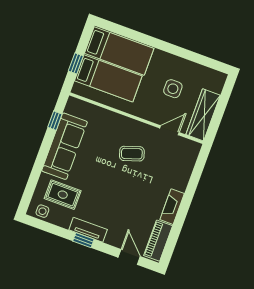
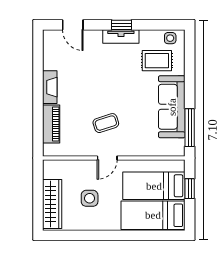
wardrobe: (203, 115) -> (52, 204), moved
window: (55, 121) -> (190, 128), width x2.17
door: (169, 130) -> (107, 158), moved
piano: (158, 241) -> (51, 124), moved

